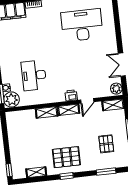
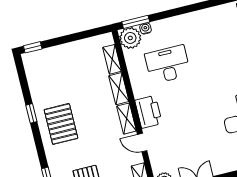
printer: (71, 95) -> (148, 112), width x1.87, depth x1.48
shelving: (36, 172) -> (112, 59), moved
window: (67, 176) -> (31, 113), moved

